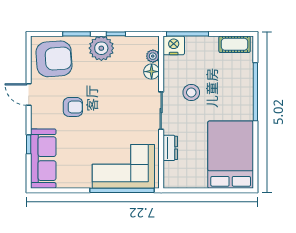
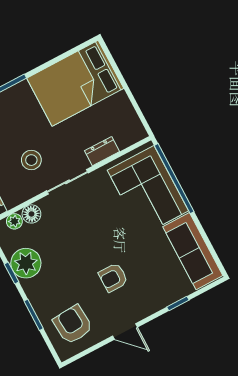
plant: (101, 48) -> (26, 263), moved
armchair: (54, 59) -> (73, 325), width x0.73, depth x0.73
door: (29, 95) -> (125, 331), hinge flipped
armchair: (73, 107) -> (113, 278), turned -90
sofa: (43, 159) -> (193, 251), moved, turned -90

